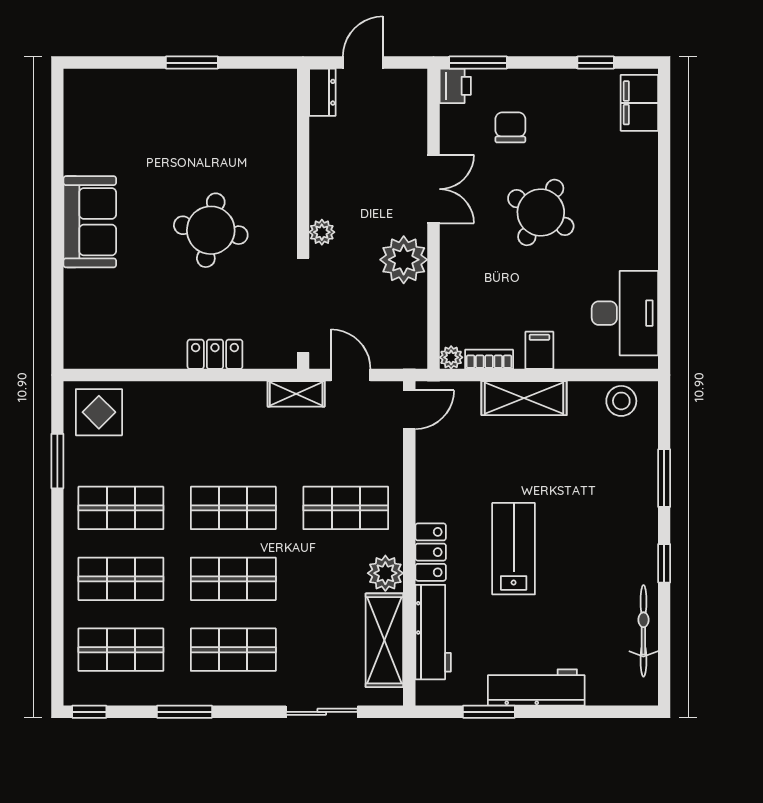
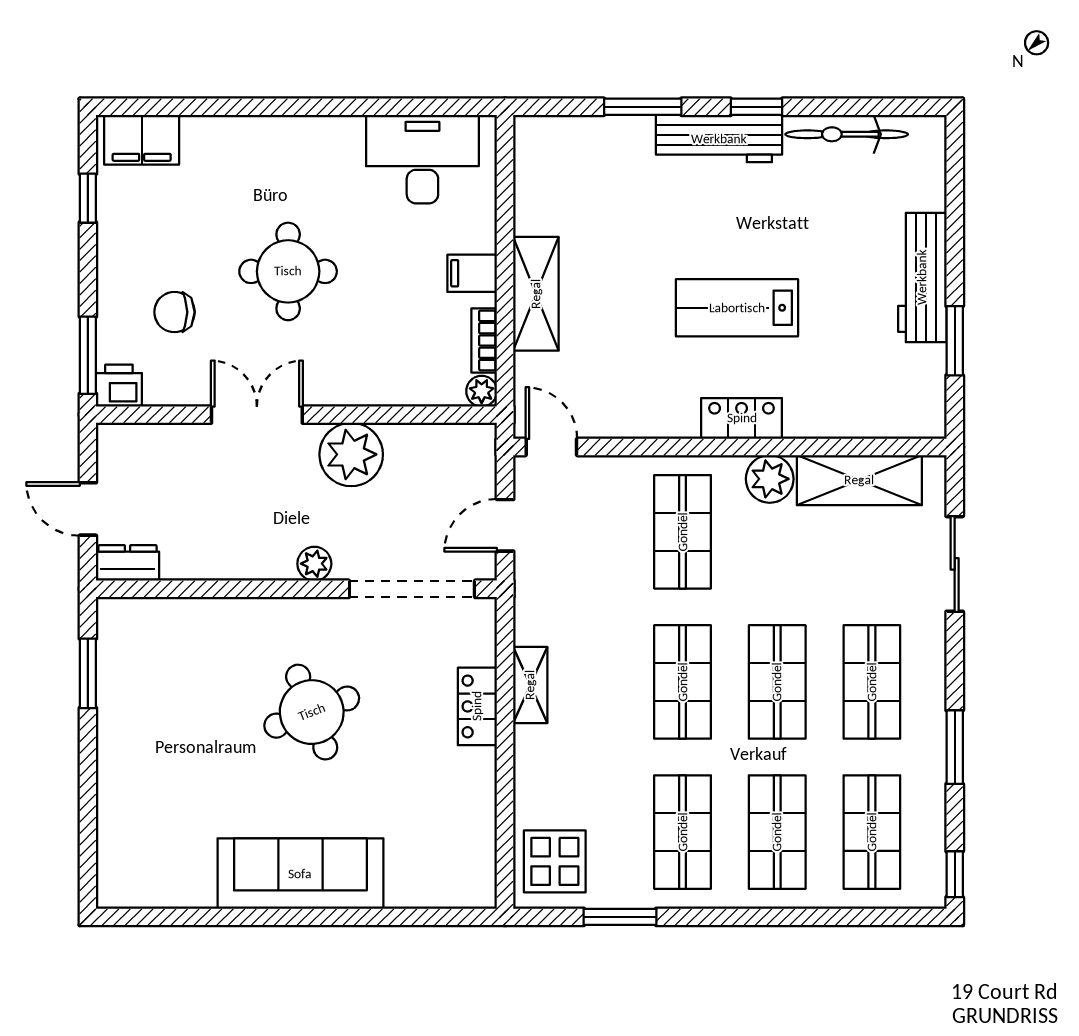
window: (192, 63) -> (88, 673), moved
round table: (541, 212) -> (288, 271), turned -30
sofa: (90, 222) -> (300, 874), width x1.36
round table: (211, 230) -> (312, 712), turned -31
shelving: (296, 394) -> (530, 685), moved
stool: (621, 401) -> (540, 164), removed
workbench: (433, 632) -> (719, 139), moved, turned 180

